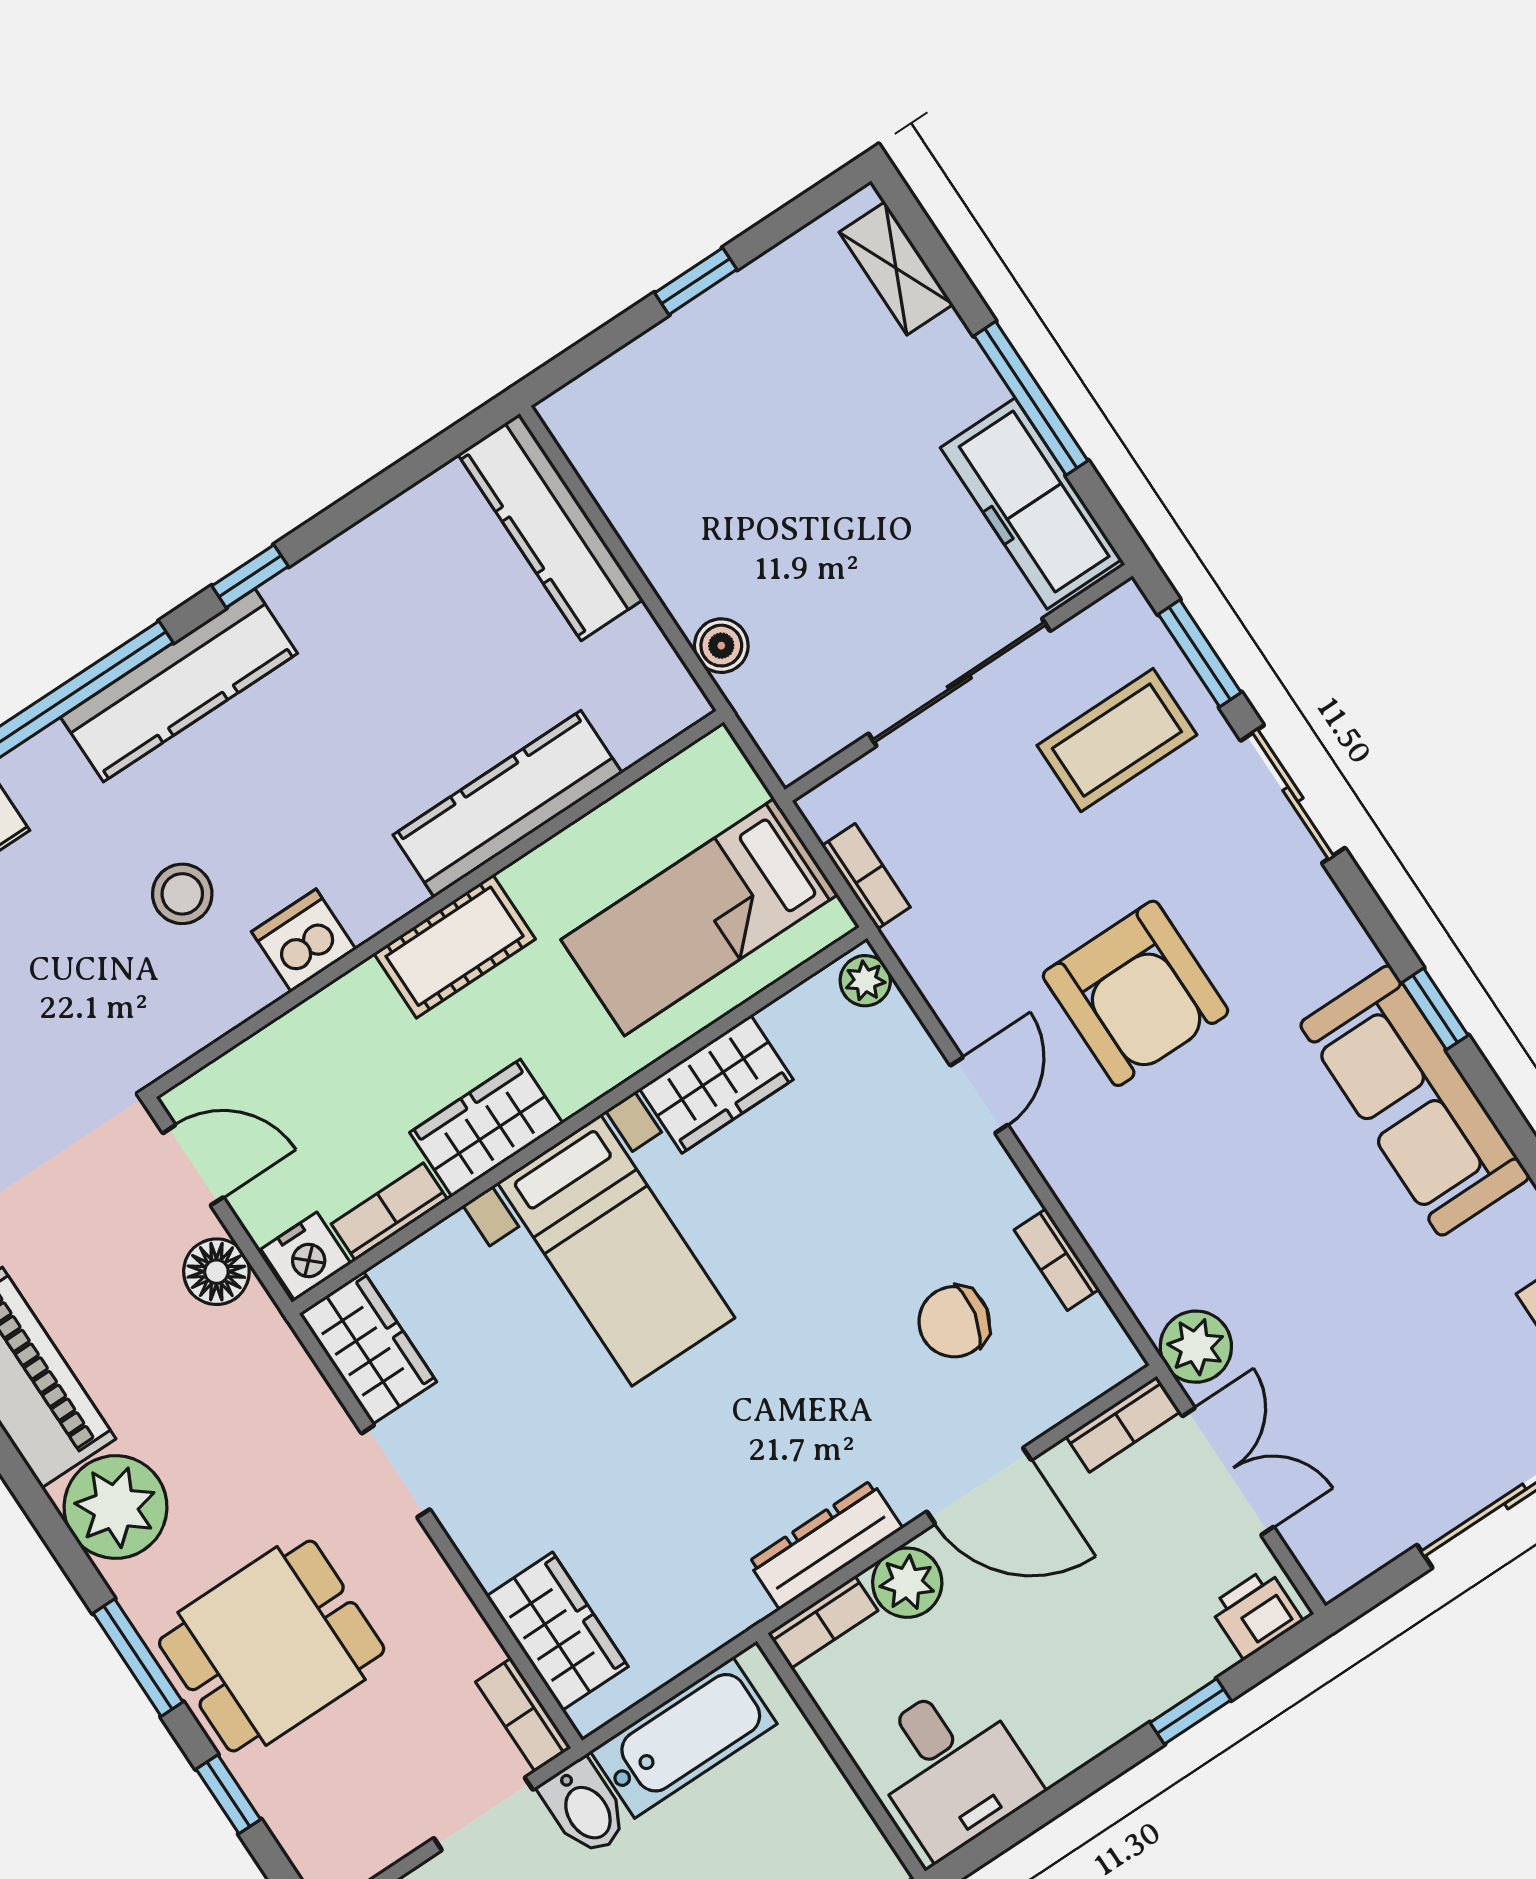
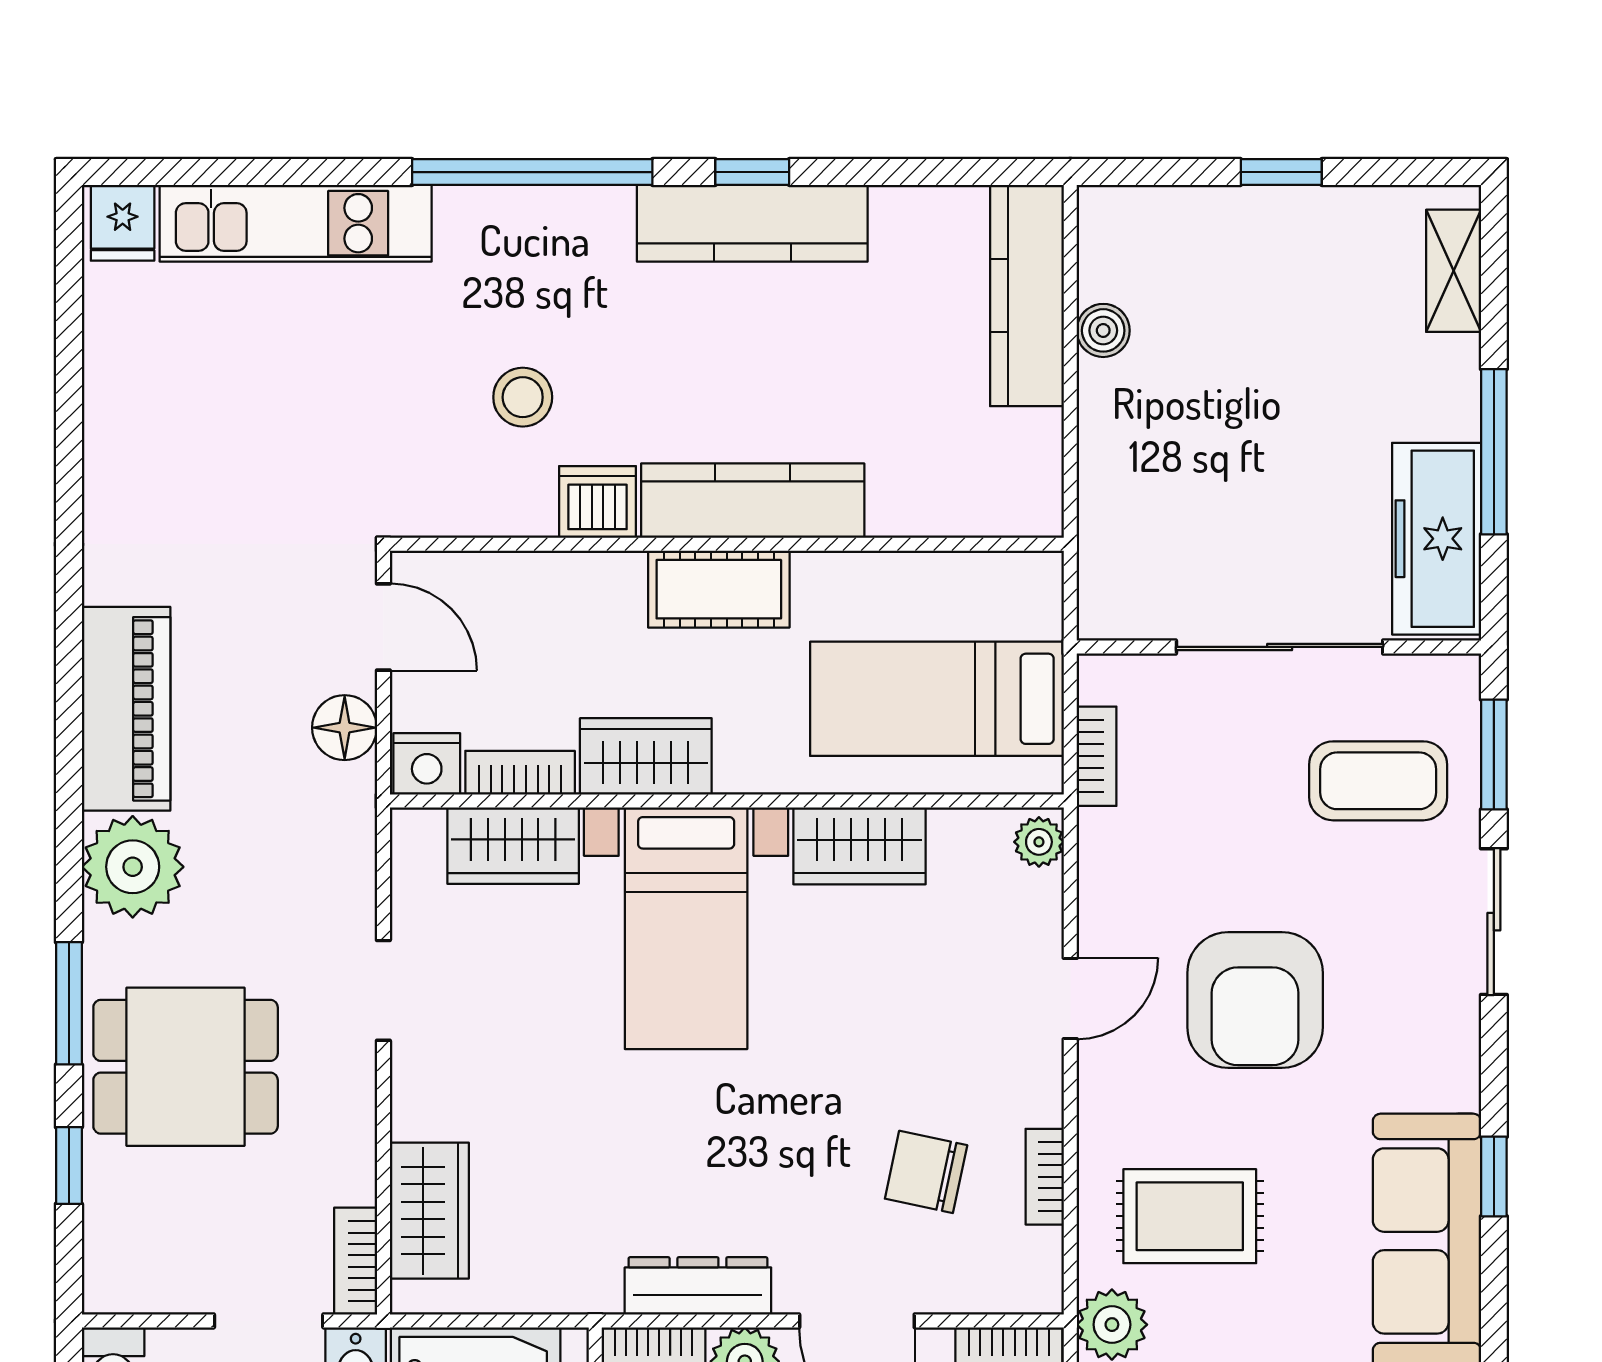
boiler: (721, 646) -> (1103, 330), moved
kitchen counter: (179, 685) -> (752, 223), moved
kitchen counter: (508, 804) -> (753, 501), moved
rug: (1201, 1212) -> (1190, 1216), added
wardrobe: (368, 1348) -> (513, 846), moved, turned 90

